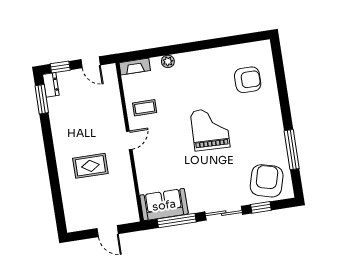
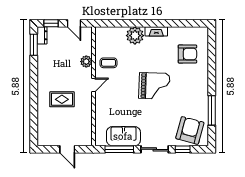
plant: (168, 61) -> (135, 36), width x1.88, depth x1.88
fireplace: (135, 67) -> (156, 31), moved
plant: (115, 111) -> (86, 62), added
grand piano: (210, 129) -> (154, 86), turned 90
sofa: (164, 205) -> (123, 136), moved

